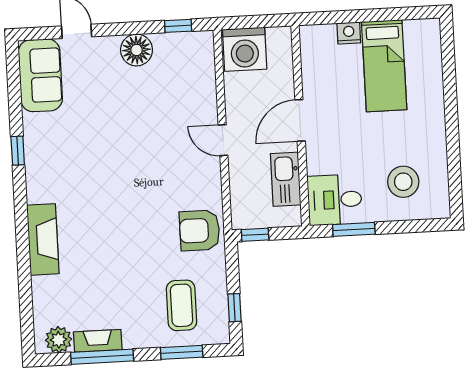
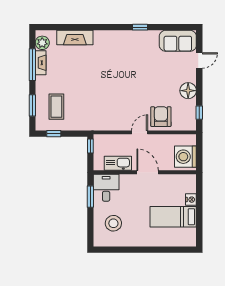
washing machine: (245, 49) -> (185, 157), moved
armchair: (200, 230) -> (161, 117), moved
fireplace: (43, 239) -> (75, 38), moved
coffee table: (181, 305) -> (56, 107), turned 90

